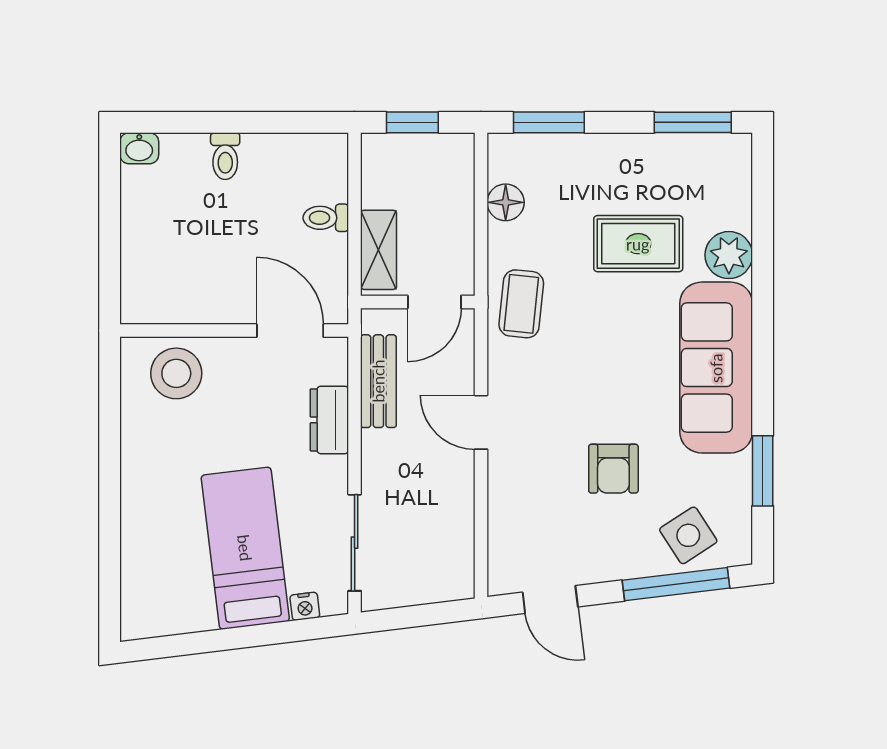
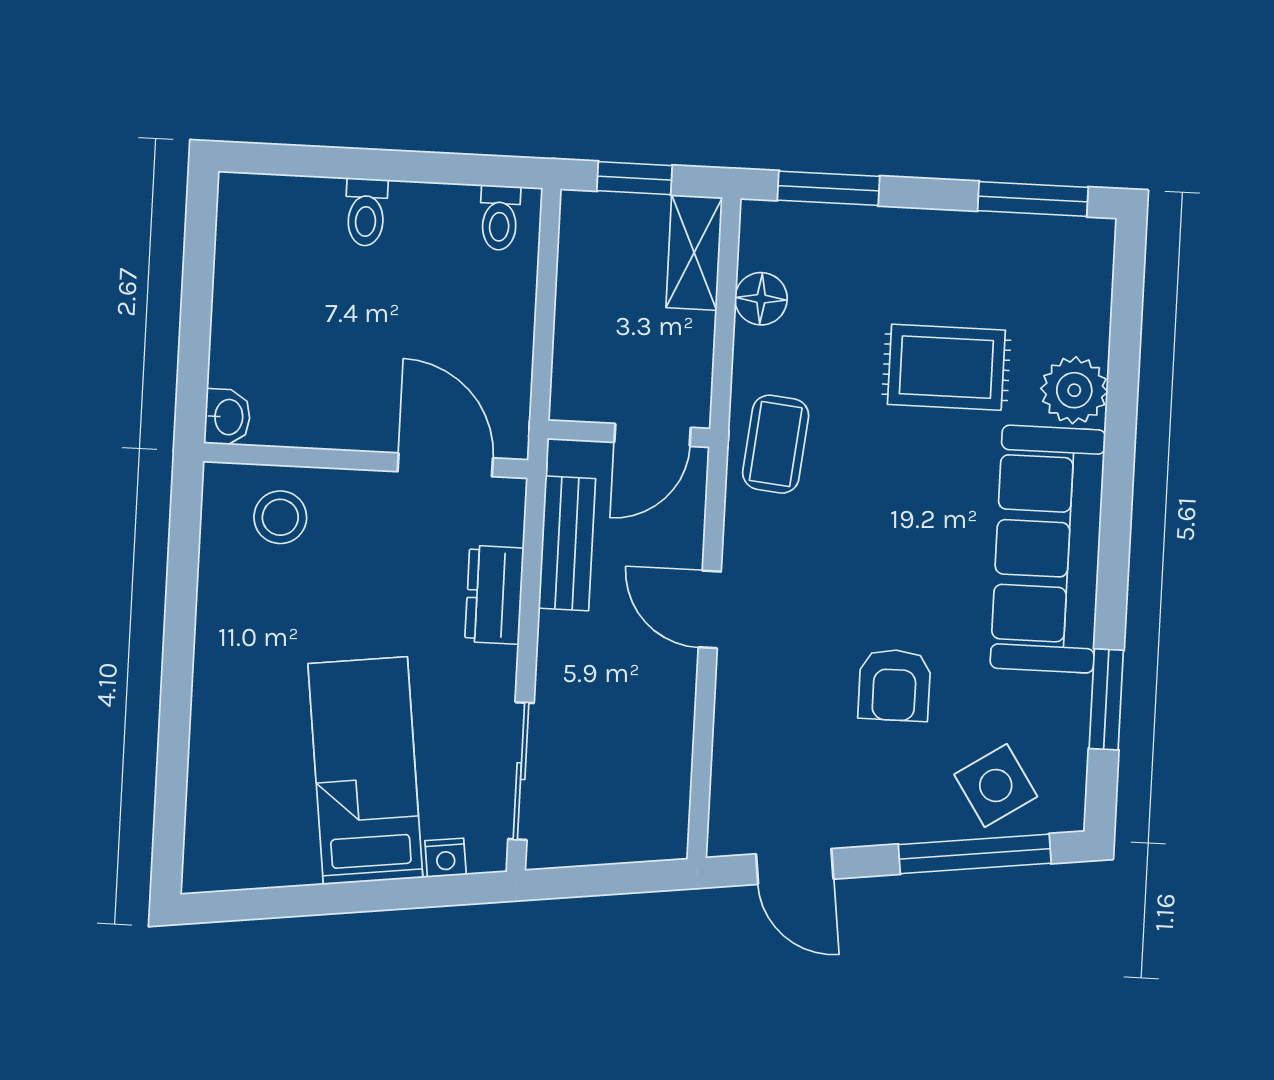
washbasin: (139, 148) -> (227, 417), moved, turned -90
toilet: (326, 218) -> (500, 218), moved, turned -90
shelving: (379, 250) -> (694, 252), moved
stool: (176, 373) -> (280, 517), width x0.73, depth x0.73

